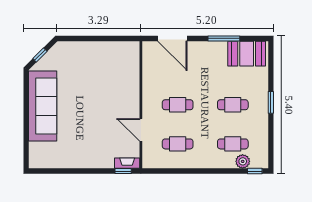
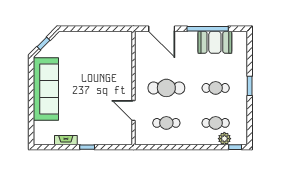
window: (224, 38) -> (208, 29), width x1.46
booth: (247, 54) -> (215, 42), moved
cafe table: (178, 105) -> (166, 88), width x1.37, depth x1.35
fireplace: (127, 163) -> (66, 140), moved
window: (123, 171) -> (87, 147), moved

